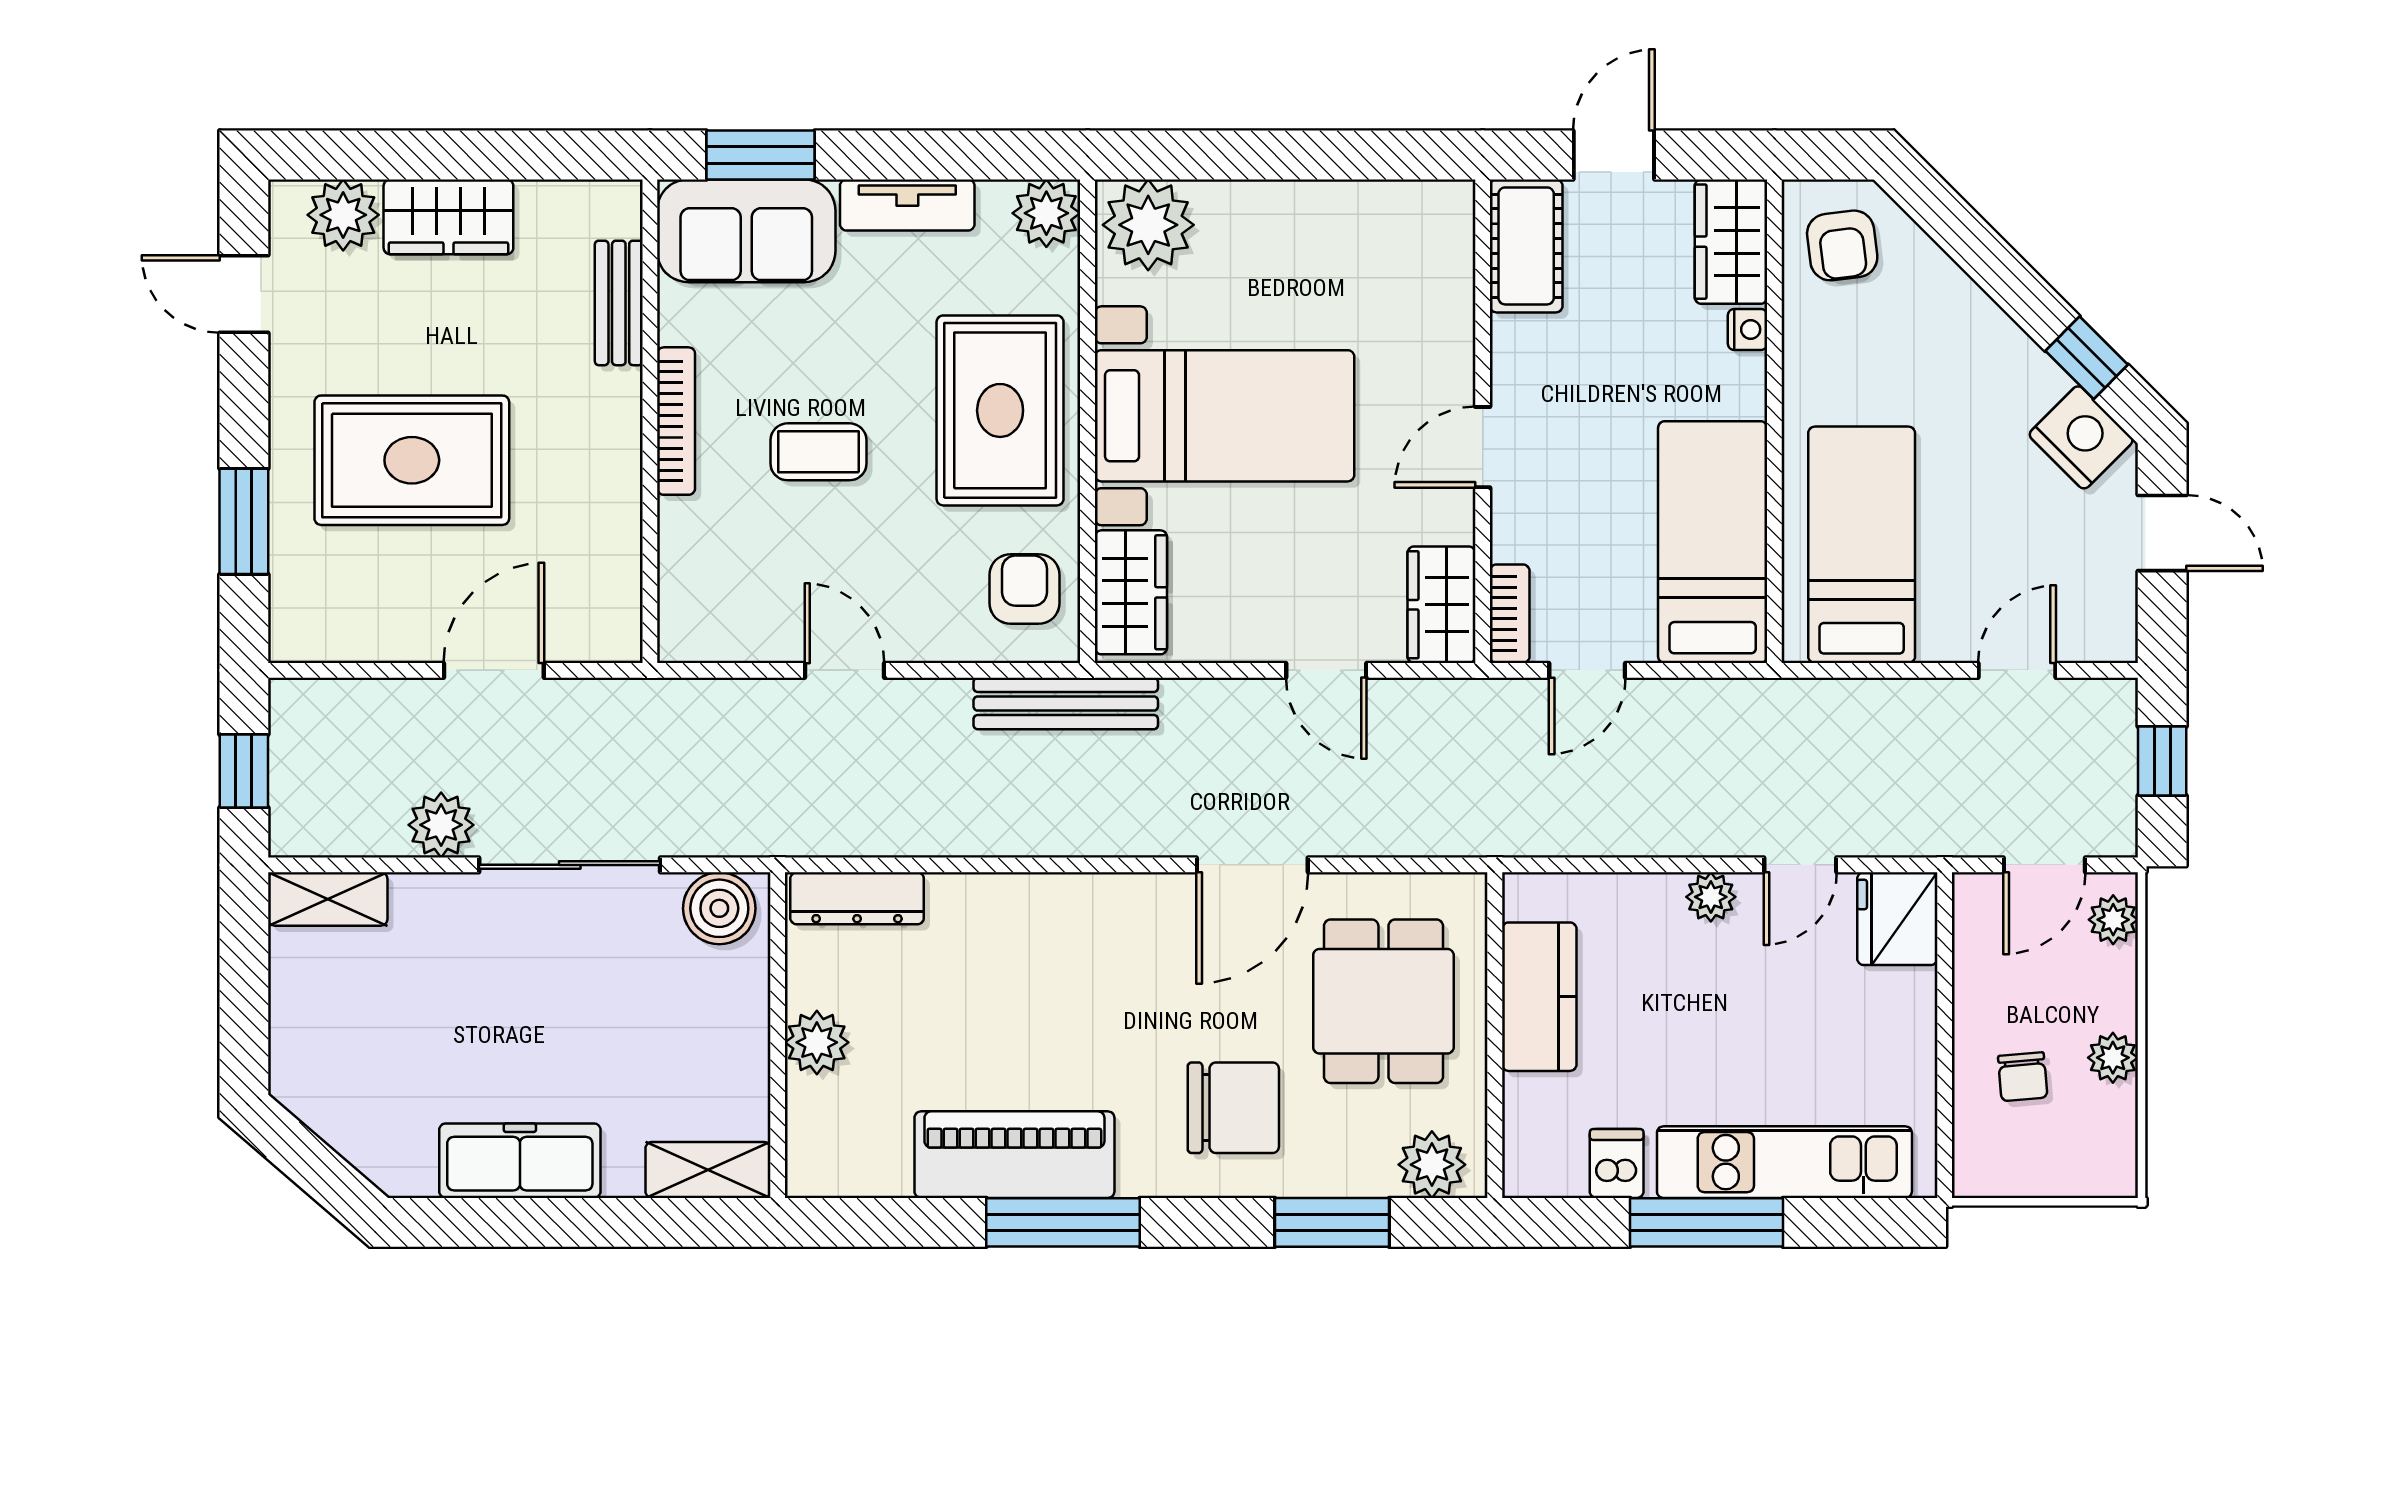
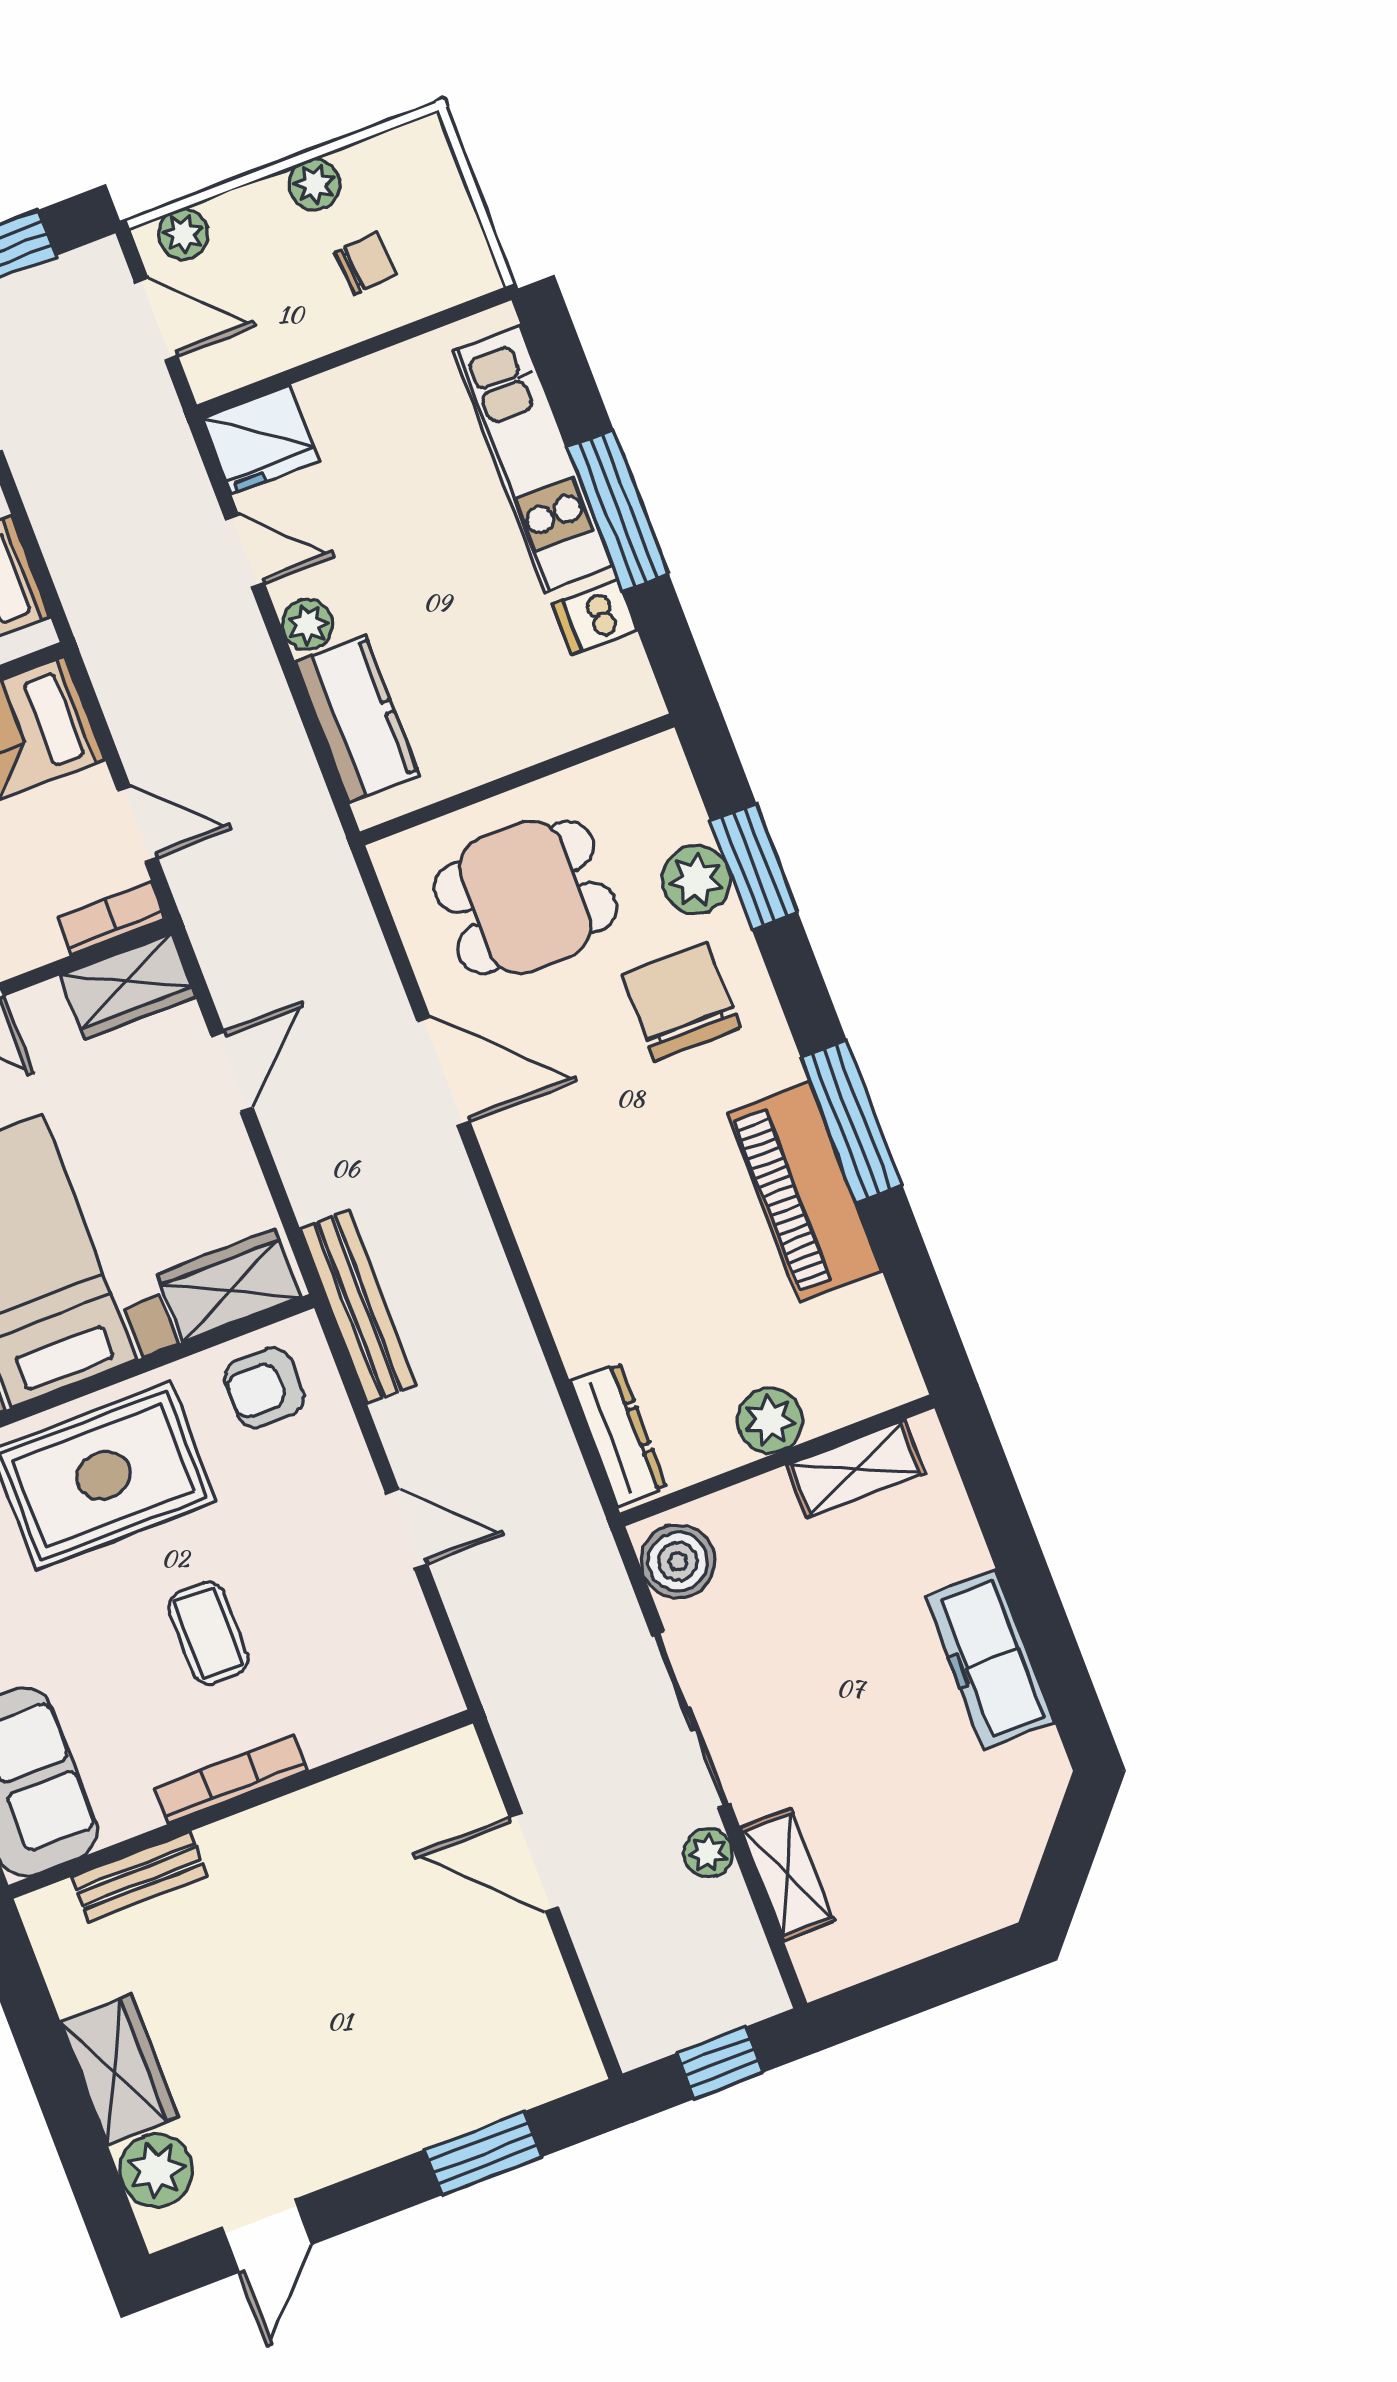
rug: (412, 460) -> (364, 2016), removed
door: (844, 670) -> (407, 1529), swing flipped
plant: (441, 825) -> (708, 1853), width x0.73, depth x0.73
shelving: (328, 899) -> (787, 1874), moved
kitchen counter: (1539, 997) -> (357, 719), moved, turned 90
plant: (1432, 1165) -> (696, 880), moved
shelving: (708, 1170) -> (855, 1469), moved, turned 90

